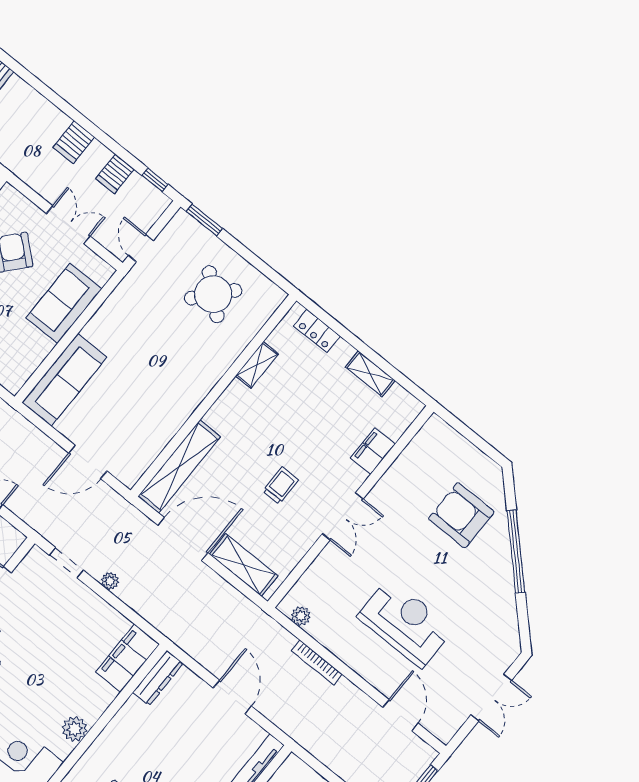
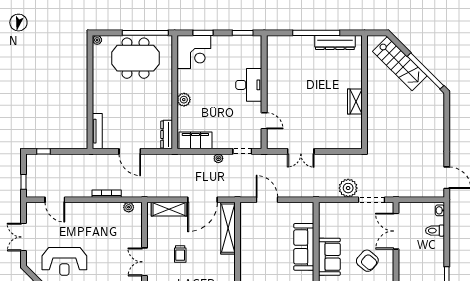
sofa: (64, 380) -> (304, 247), moved
door: (88, 462) -> (267, 200), hinge flipped
reception desk: (405, 623) -> (64, 261), moved
filing cabinet: (128, 658) -> (195, 140), moved, turned -90
plant: (75, 729) -> (184, 100), moved

